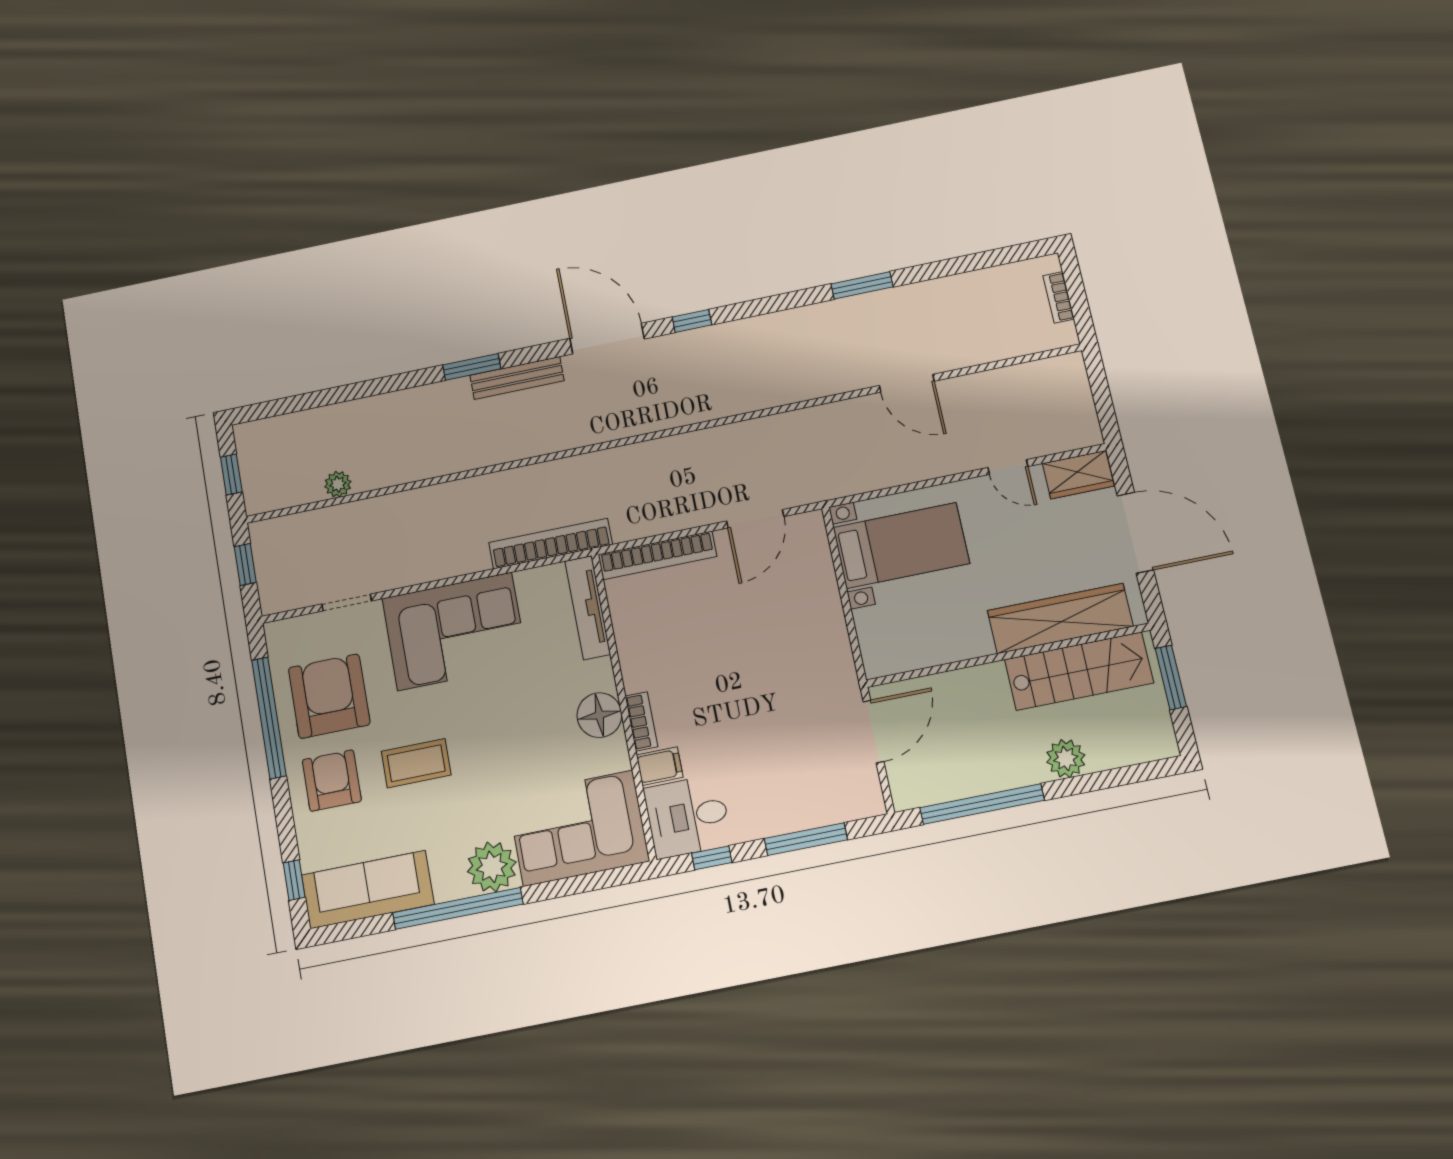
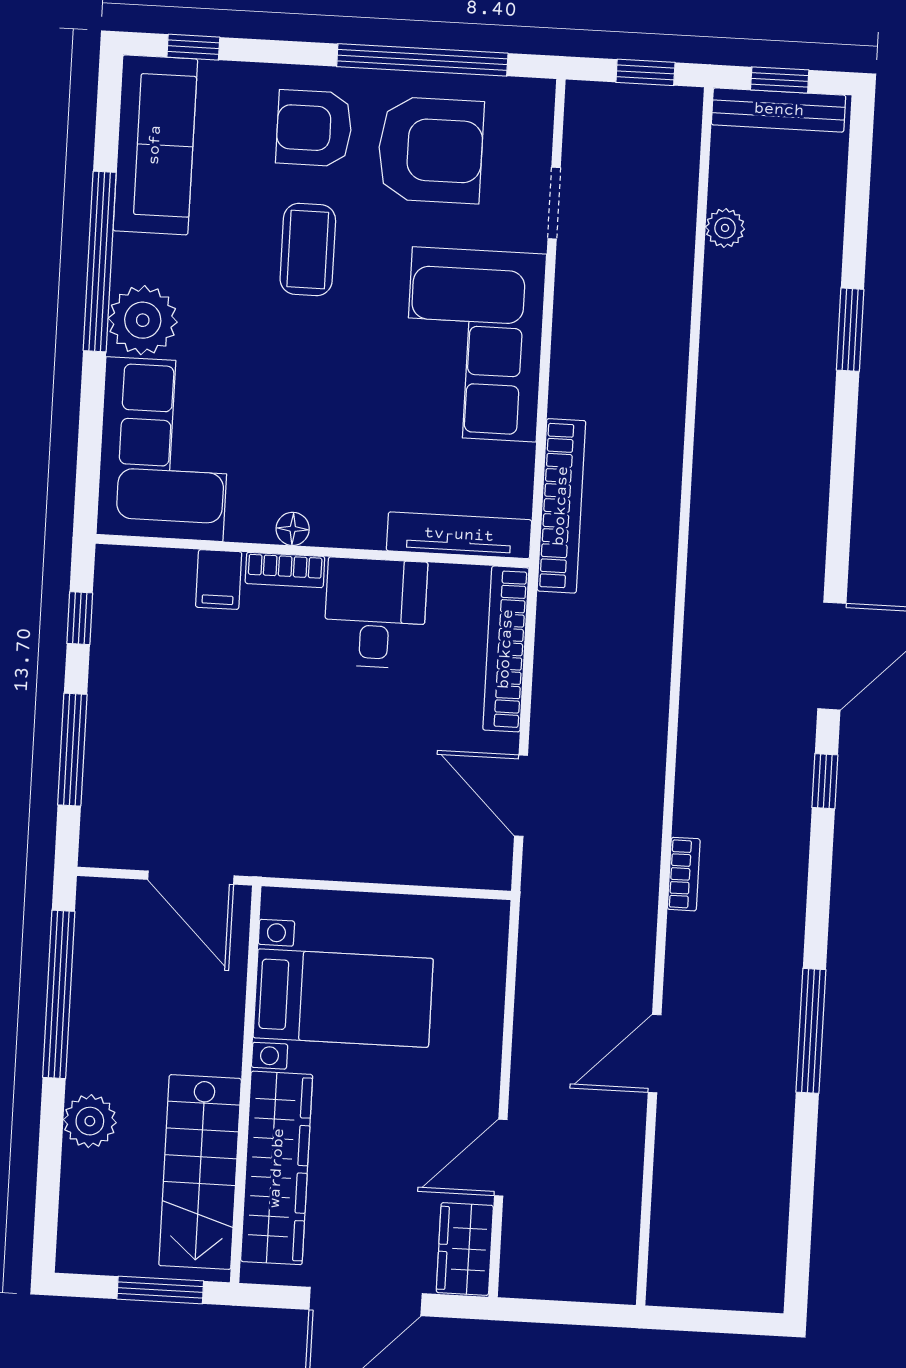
window: (862, 285) -> (811, 1031), width x1.44
bookcase: (1059, 297) -> (684, 874), moved, turned 90
window: (472, 367) -> (850, 330), moved
bench: (517, 378) -> (779, 110), moved, turned 90
door: (1008, 467) -> (501, 1158), width x1.38
bed with nightstands: (901, 545) -> (343, 998), moved, turned -90
floor lamp: (599, 715) -> (293, 529), width x0.53, depth x0.53
armchair: (332, 781) -> (314, 128), turned 180
desk: (688, 816) -> (375, 613), moved

